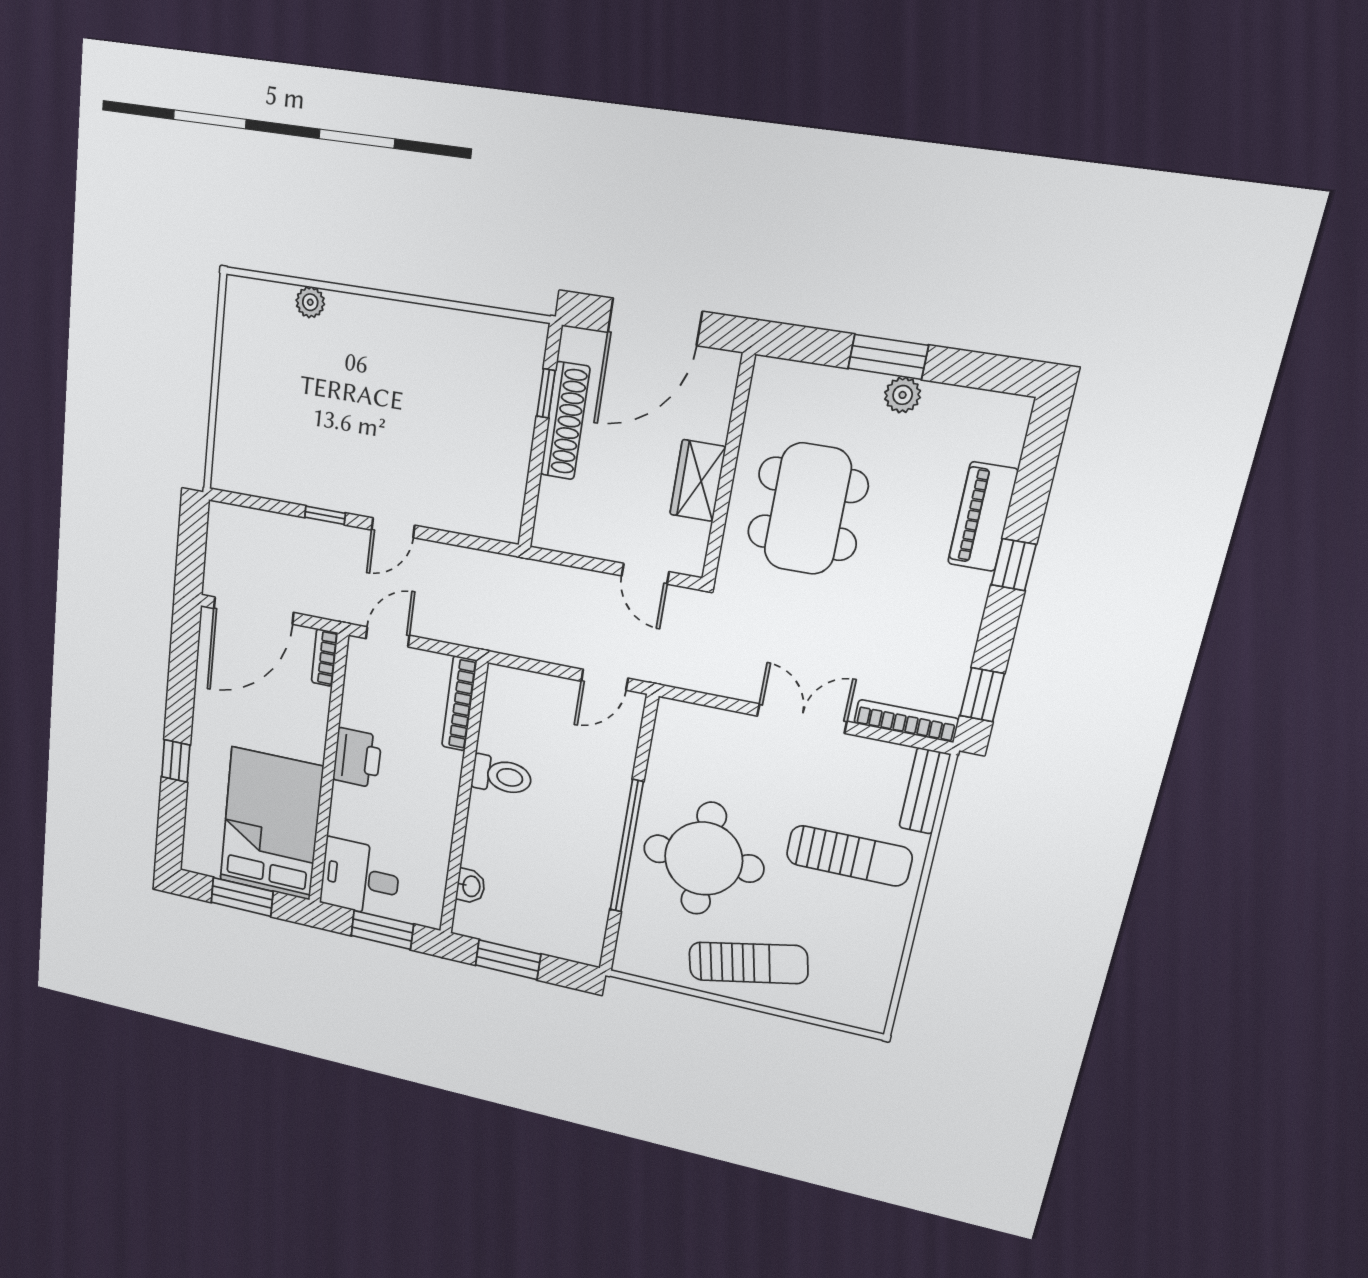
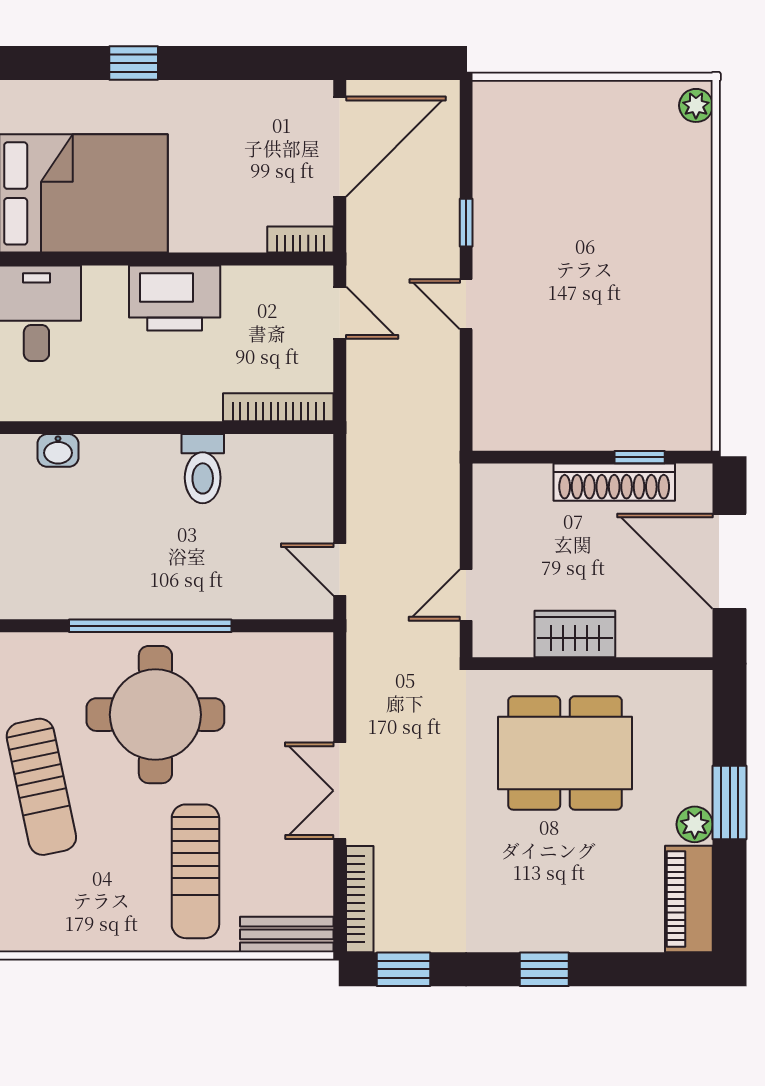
plant: (310, 302) -> (696, 105), moved
piano: (983, 517) -> (689, 899), moved, turned -90
door: (254, 611) -> (340, 147), swing flipped
double door: (802, 719) -> (340, 791), swing flipped
printer: (357, 758) -> (175, 298), width x1.37, depth x1.19

